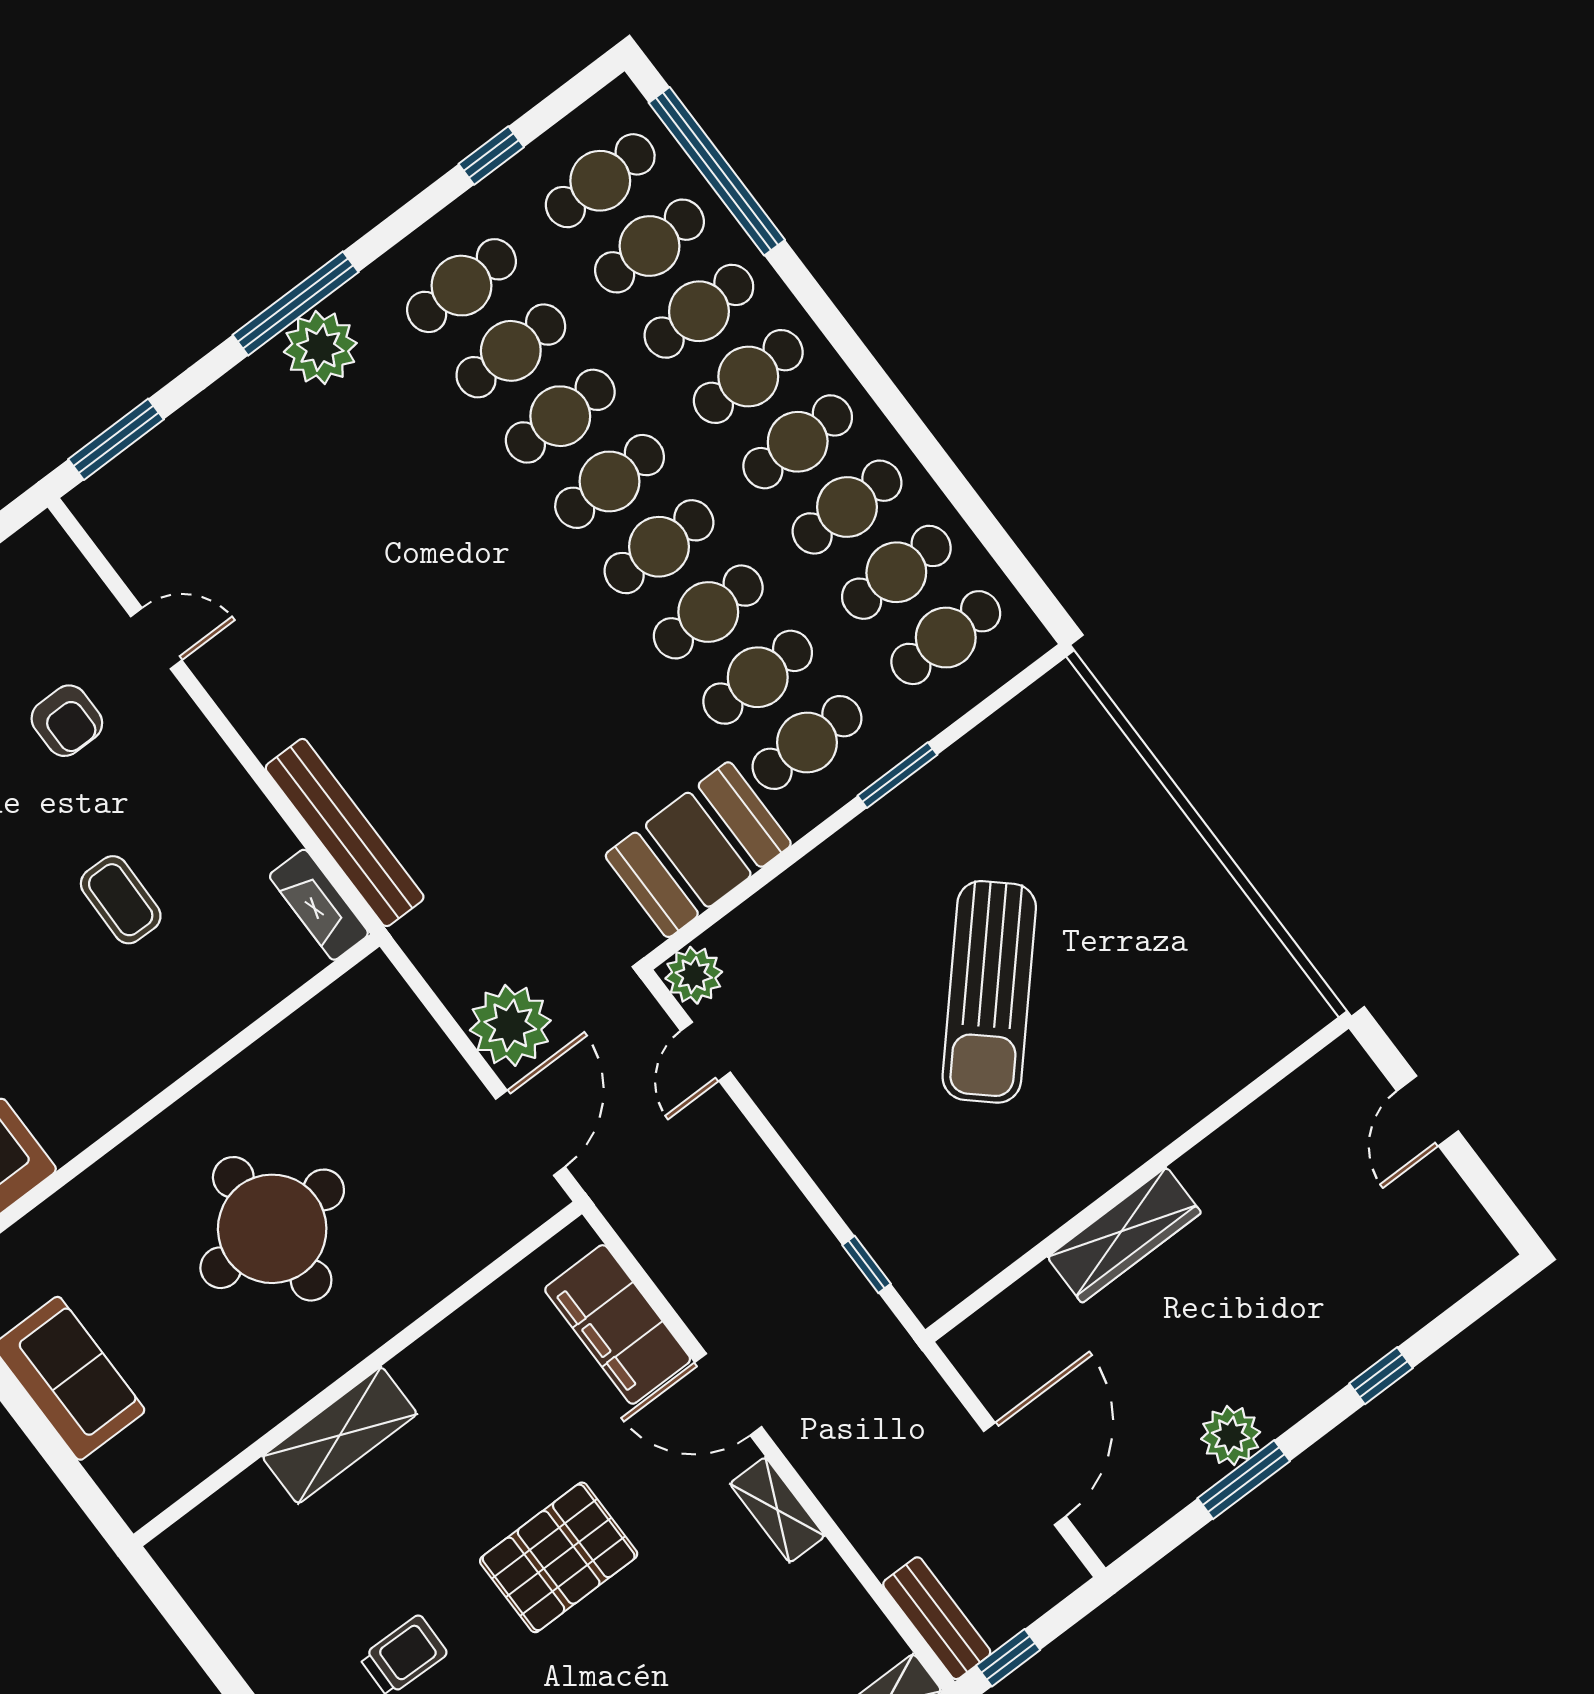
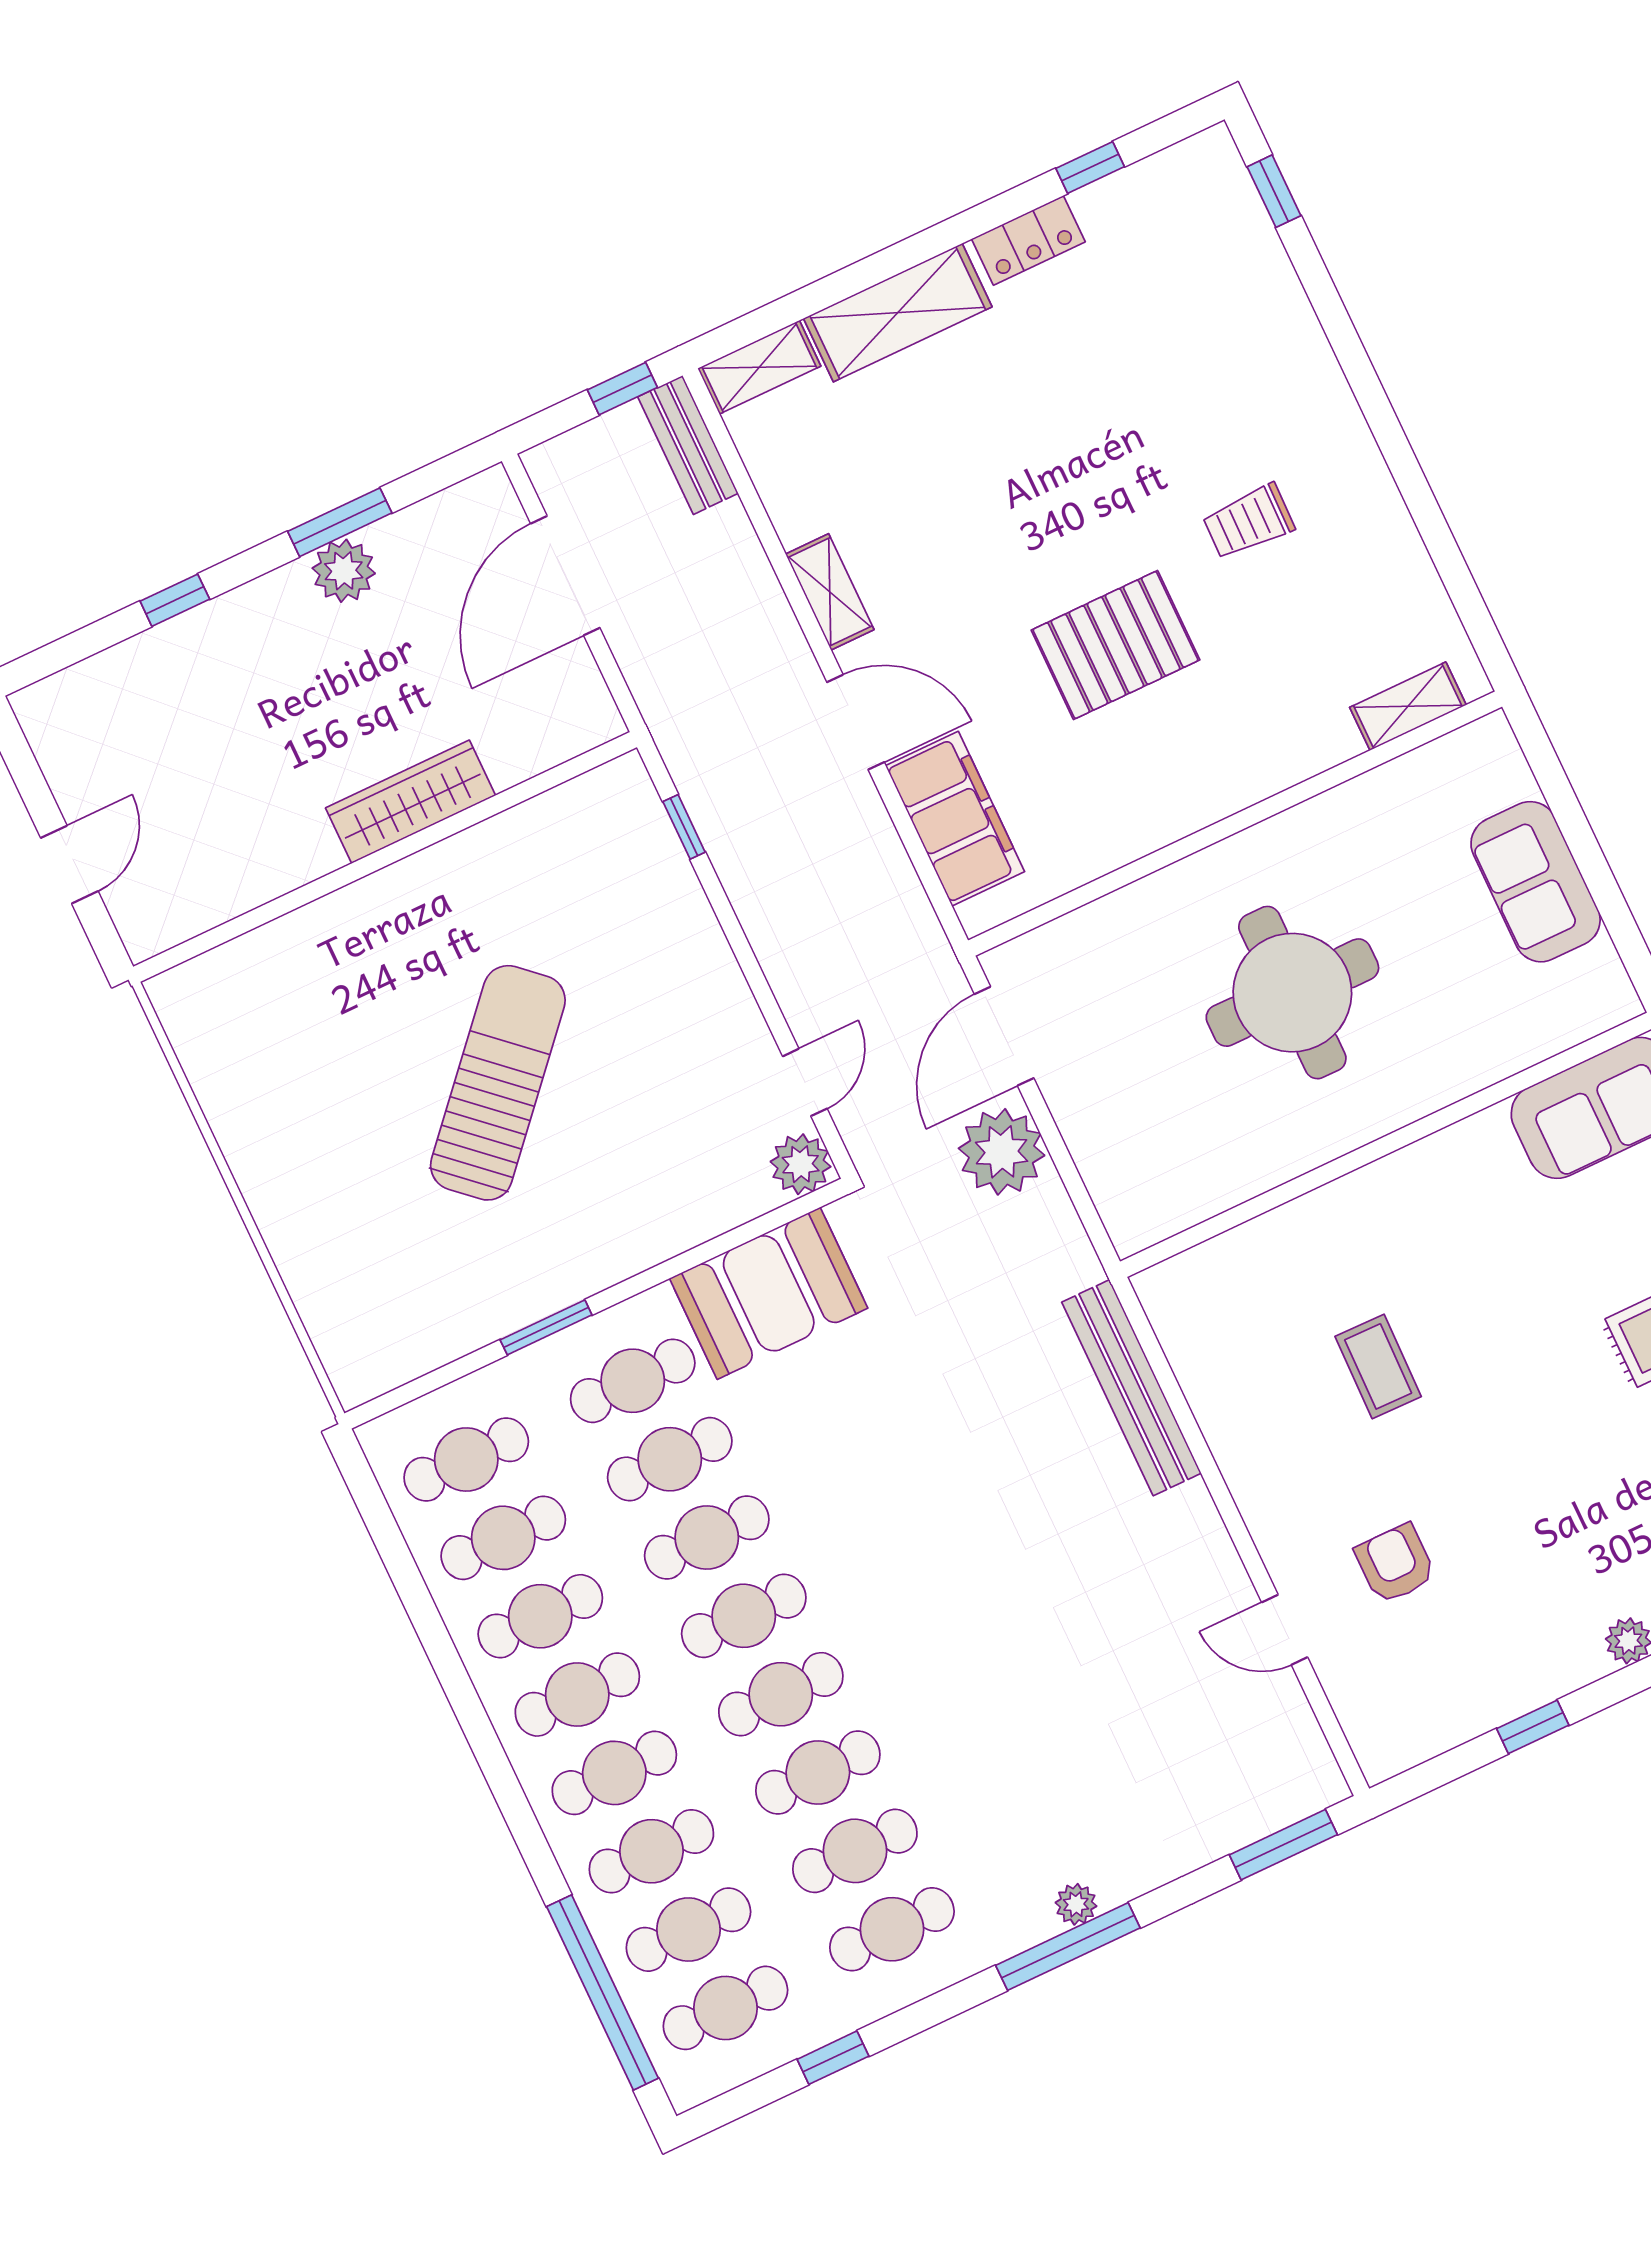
plant: (320, 348) -> (1076, 1904), width x0.53, depth x0.53
fireplace: (319, 905) -> (1174, 1318), removed
shelving: (340, 1435) -> (1408, 706), moved, width x0.67, depth x0.75
pallet: (559, 1557) -> (1115, 645), moved

